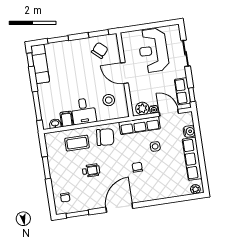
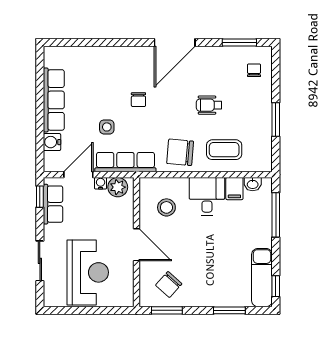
door: (169, 113) -> (78, 175), swing flipped
plant: (195, 189) -> (56, 53), removed

